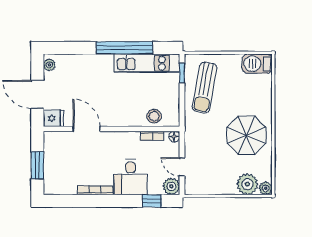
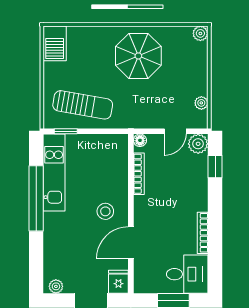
stool: (154, 116) -> (105, 211), moved
bookcase: (152, 136) -> (139, 174), width x1.56
desk: (131, 177) -> (187, 274), moved
plant: (247, 184) -> (201, 103), moved, width x0.53, depth x0.53

